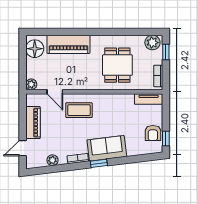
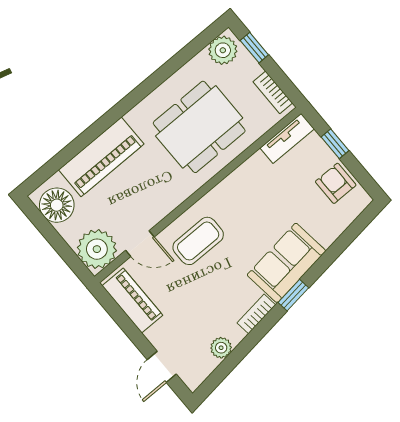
dining table: (117, 65) -> (199, 127), width x1.38
plant: (31, 84) -> (97, 249), width x1.88, depth x1.88
piano: (33, 123) -> (132, 301), moved
armchair: (153, 133) -> (336, 183), turned 180
window: (166, 139) -> (335, 144), moved

